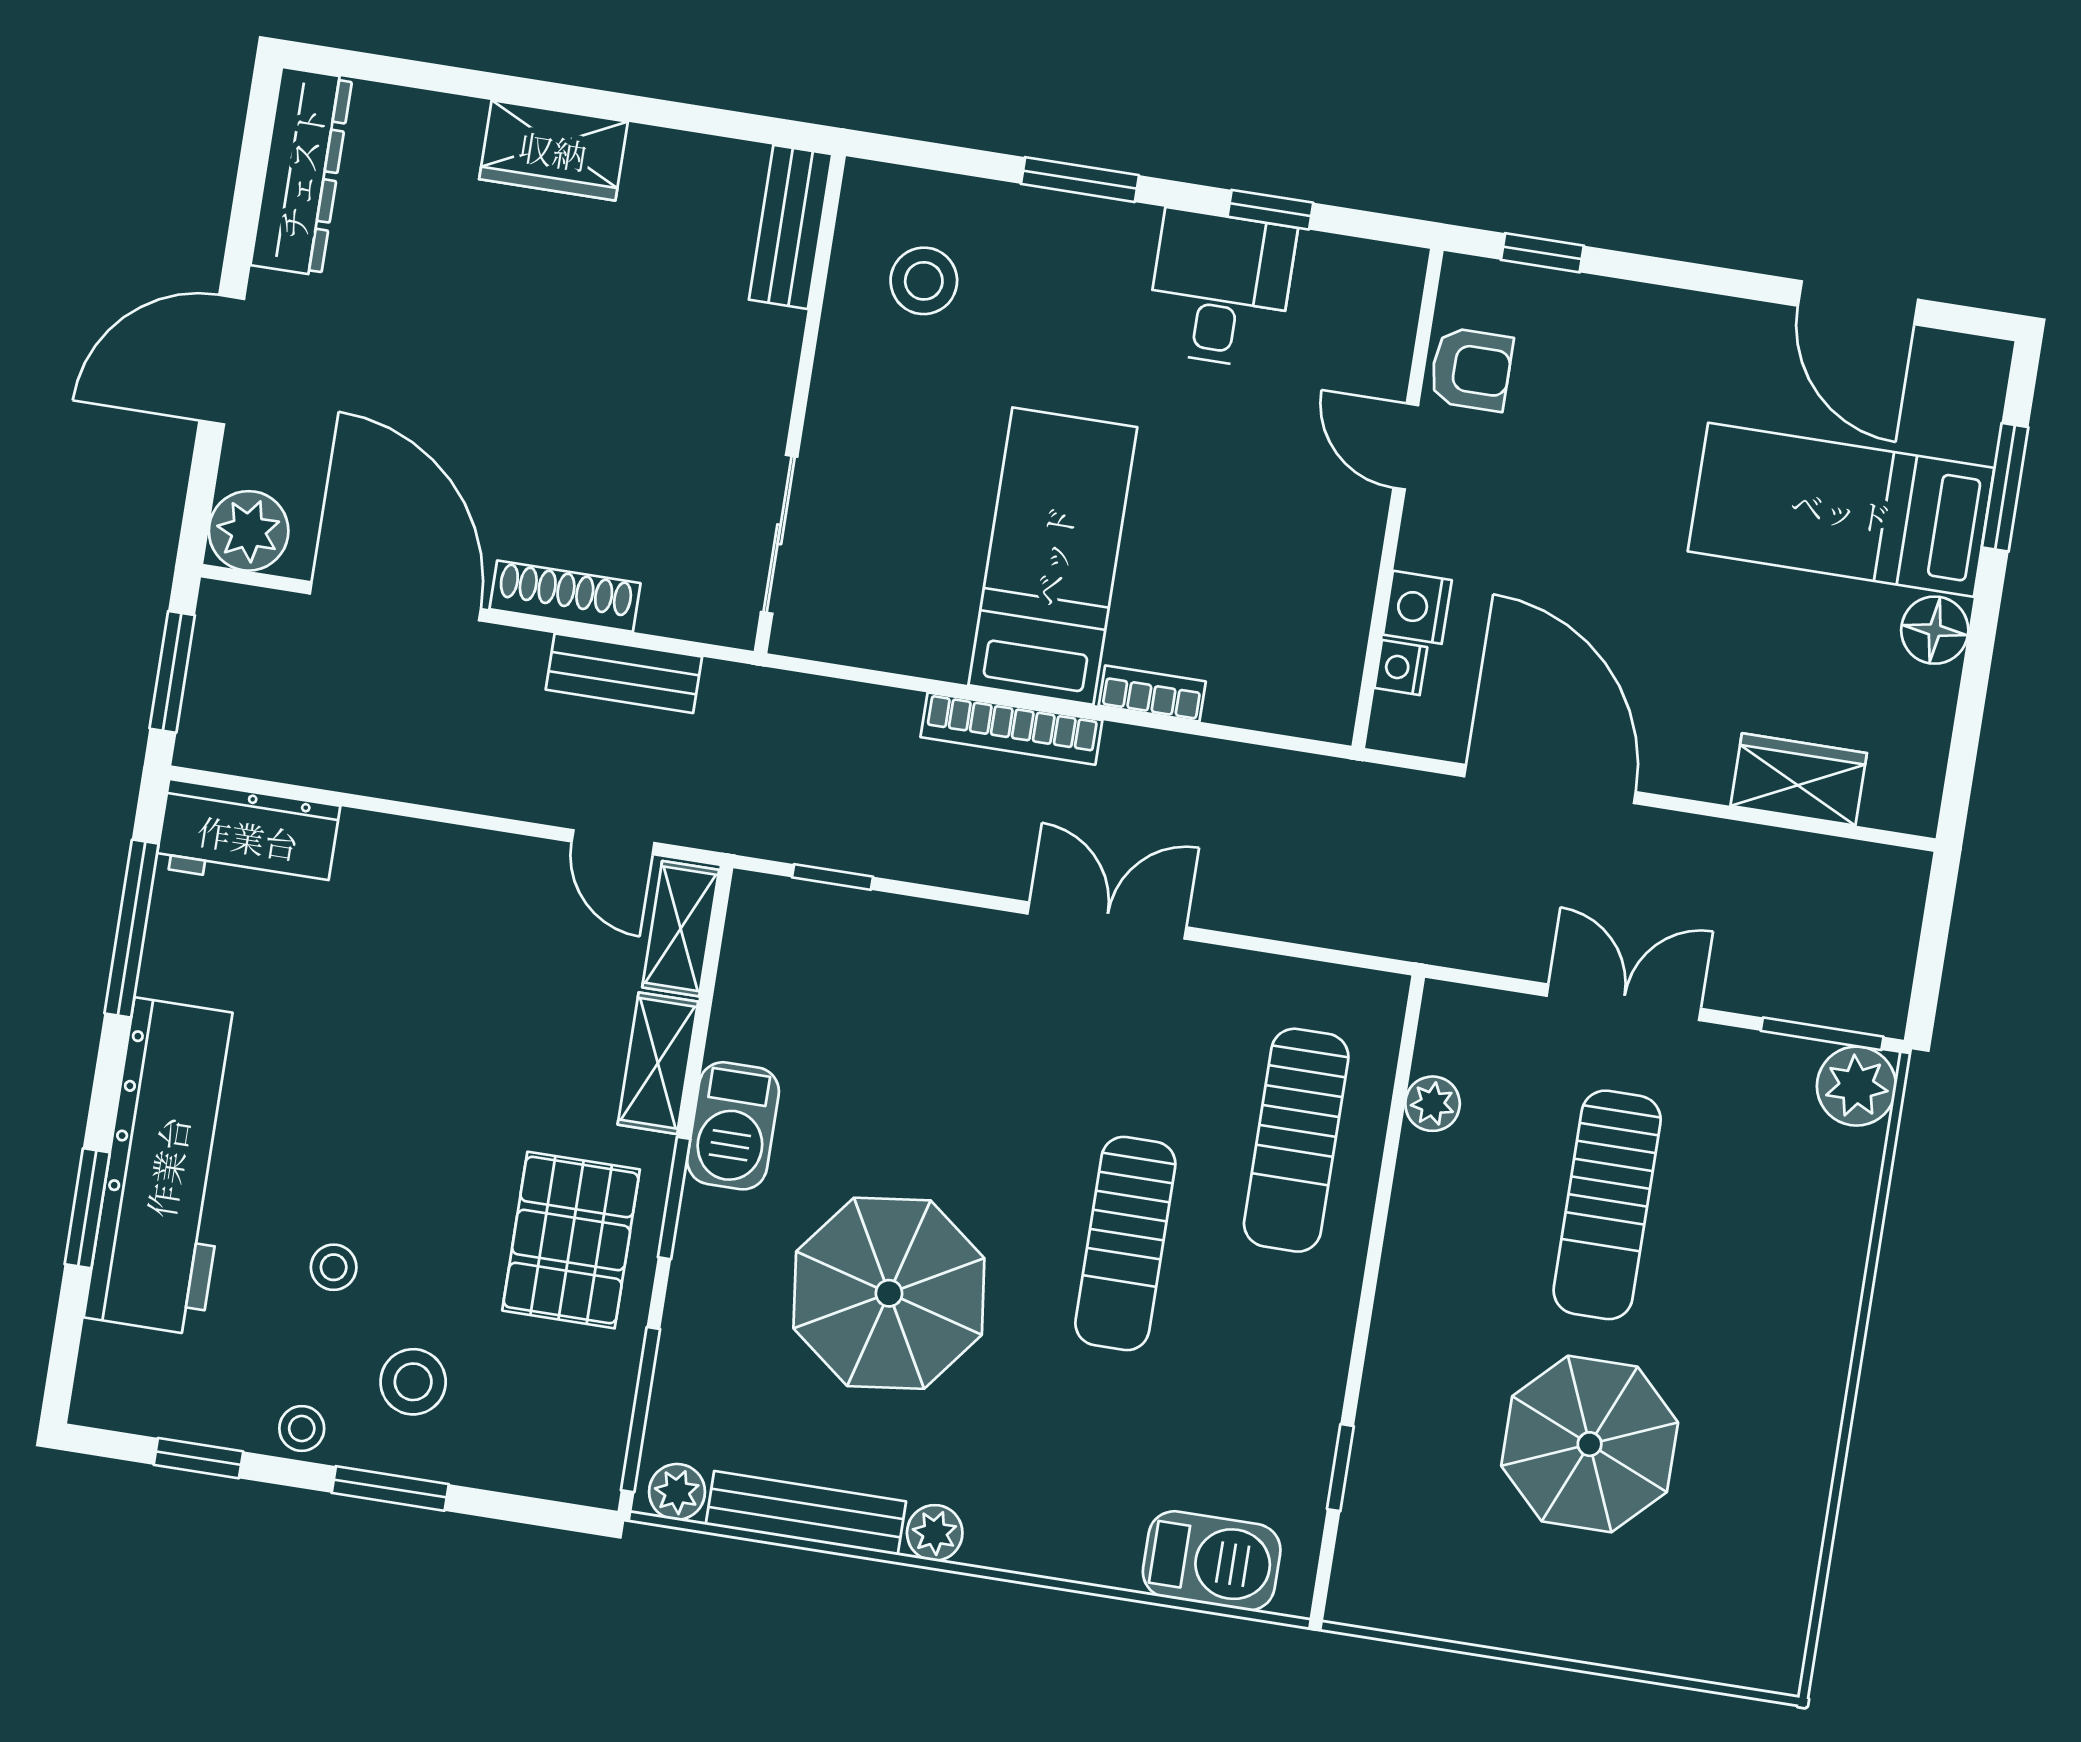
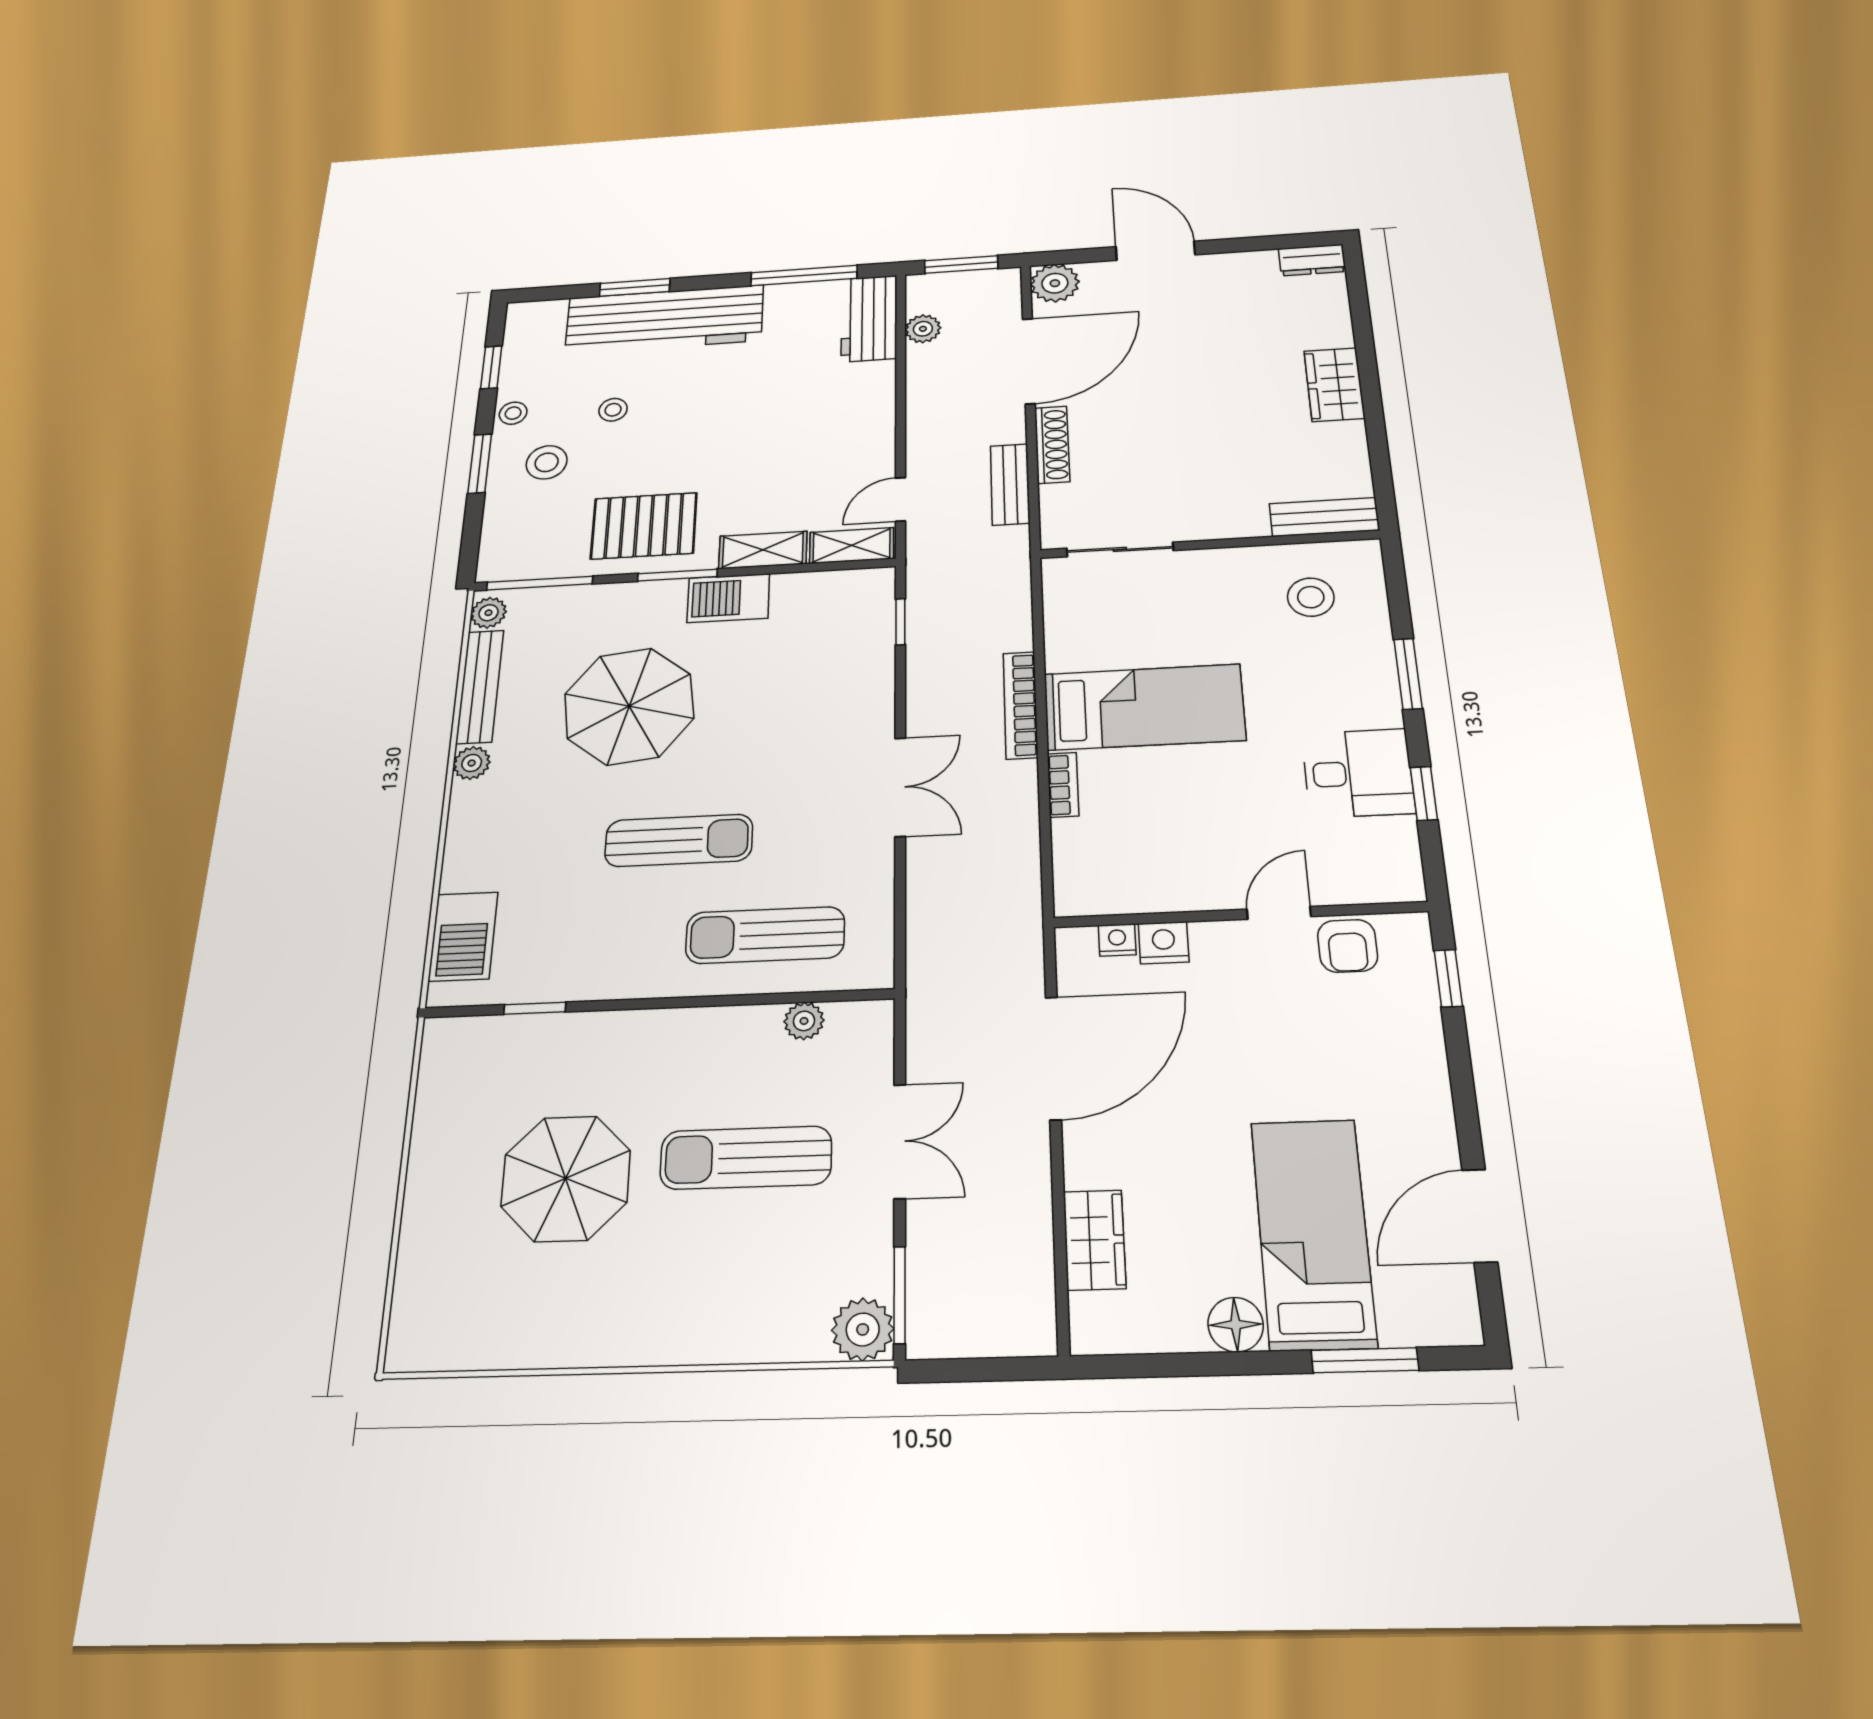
dresser: (301, 172) -> (1312, 260), width x0.51, depth x0.80
plant: (290, 755) -> (923, 329), added
sun lounger: (1125, 1244) -> (679, 840), turned 180

